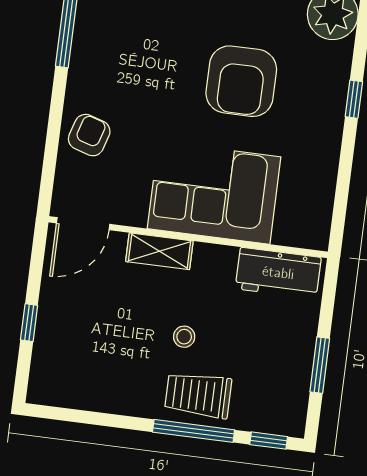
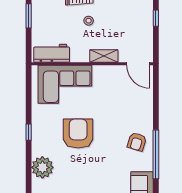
armchair: (89, 135) -> (137, 142), moved
corner sofa: (214, 193) -> (65, 84), moved
door: (83, 224) -> (138, 64), swing flipped

